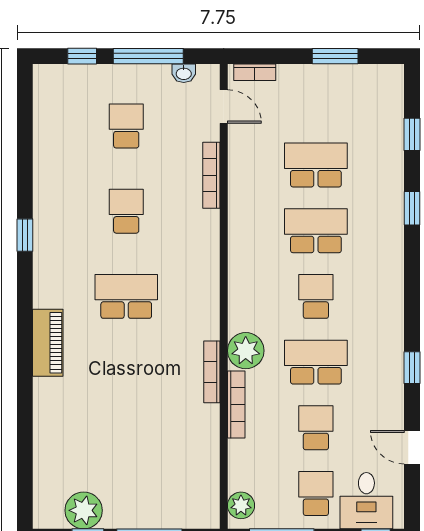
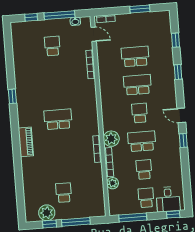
school desk: (126, 211) -> (64, 193), moved
door: (412, 447) -> (181, 115), moved
plant: (241, 505) -> (113, 183), moved

